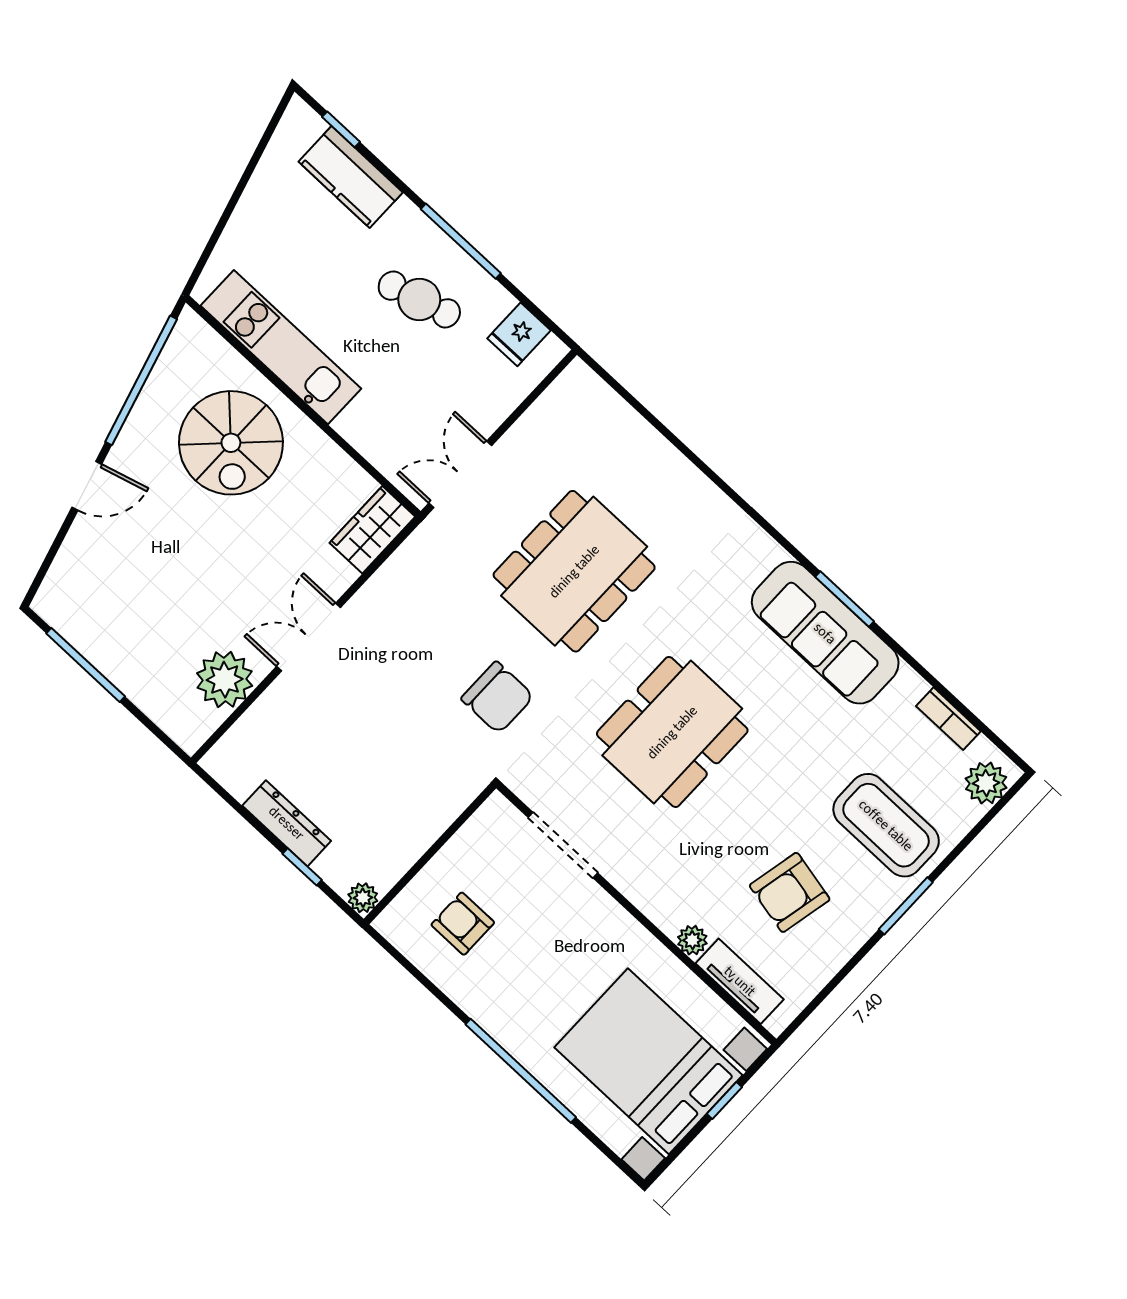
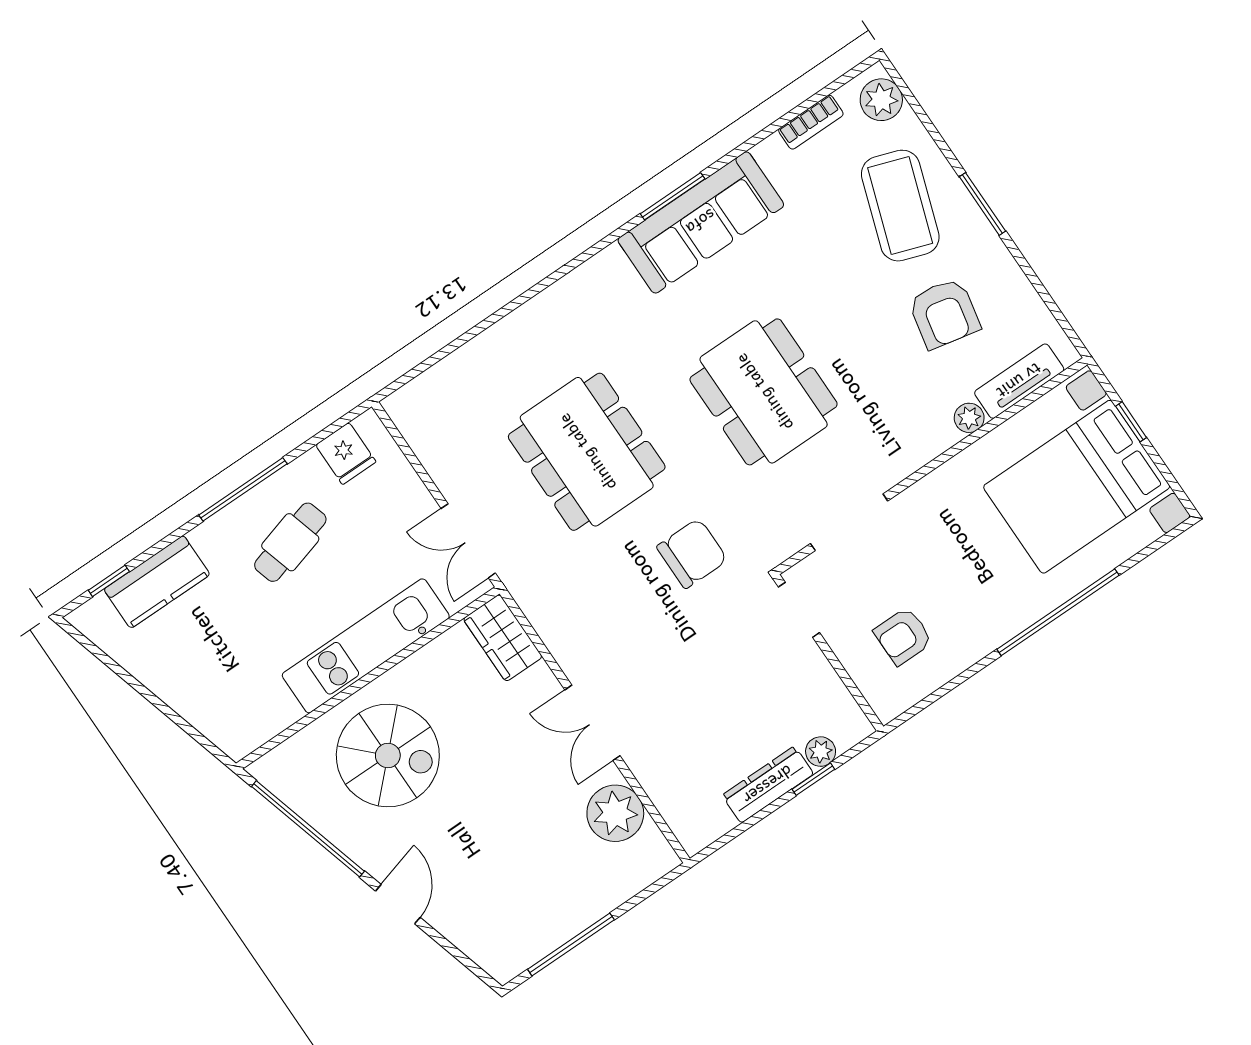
kitchen unit: (281, 347) -> (366, 646), moved
doorway: (466, 815) -> (799, 610), added
coffee table: (886, 825) -> (900, 206), turned -71
plant: (363, 898) -> (821, 752), moved

